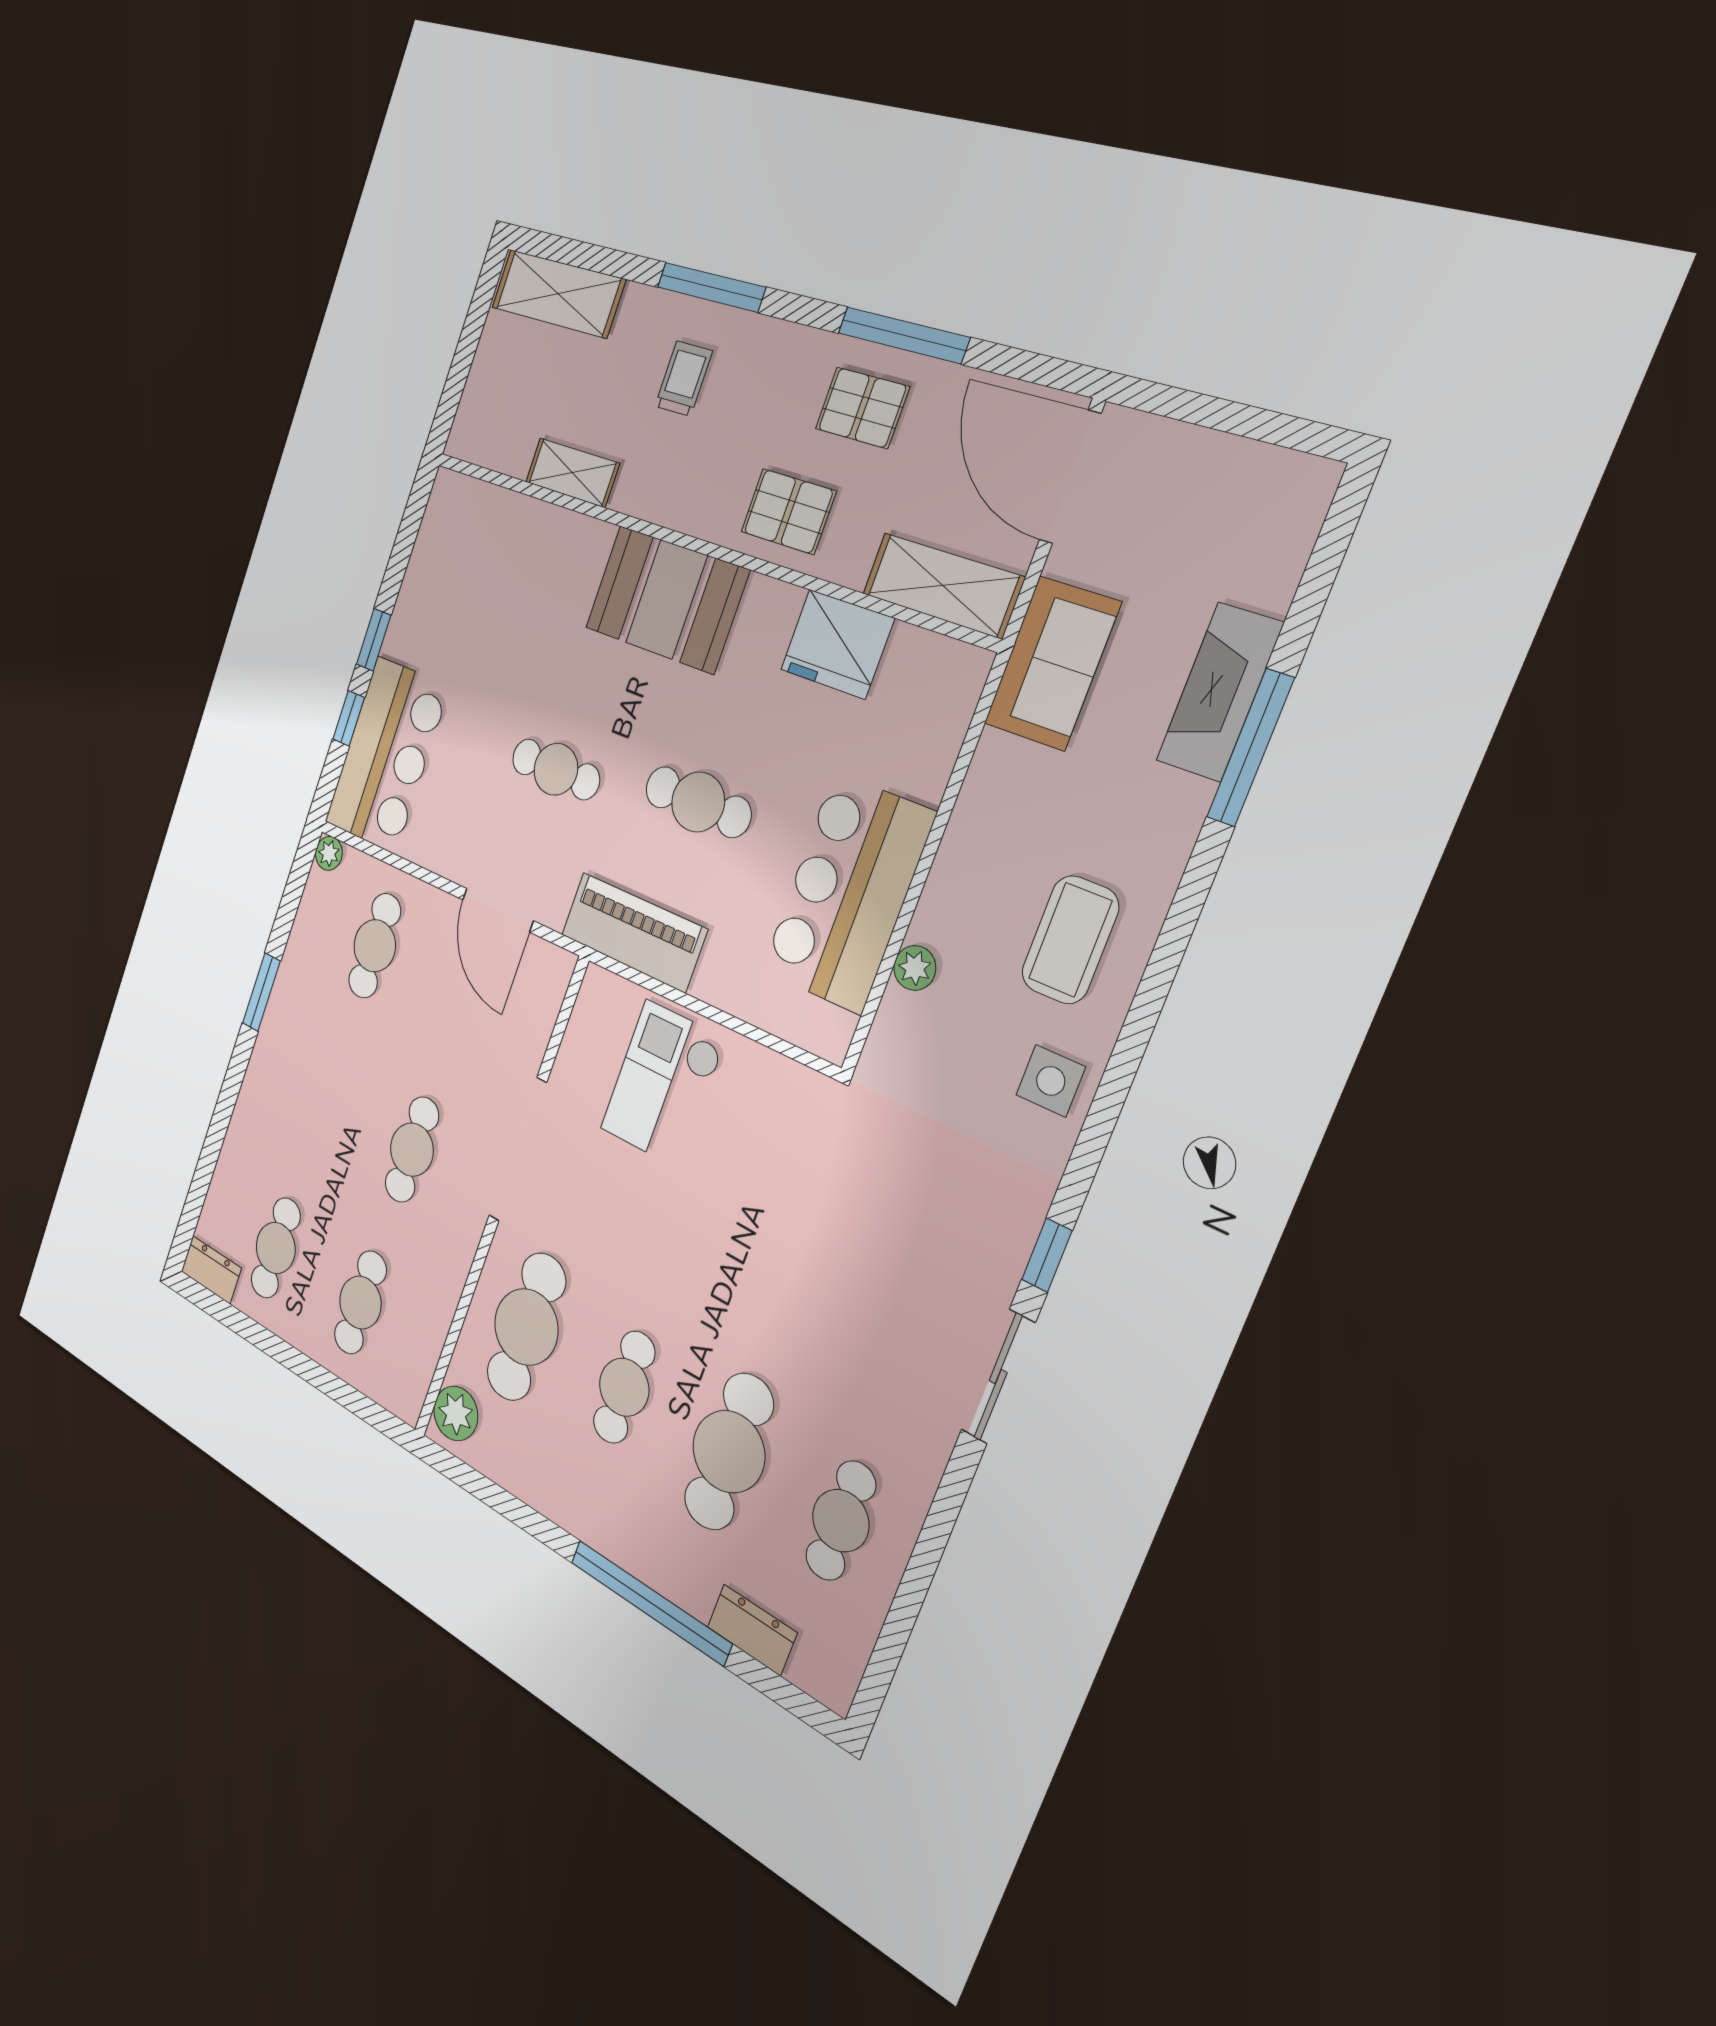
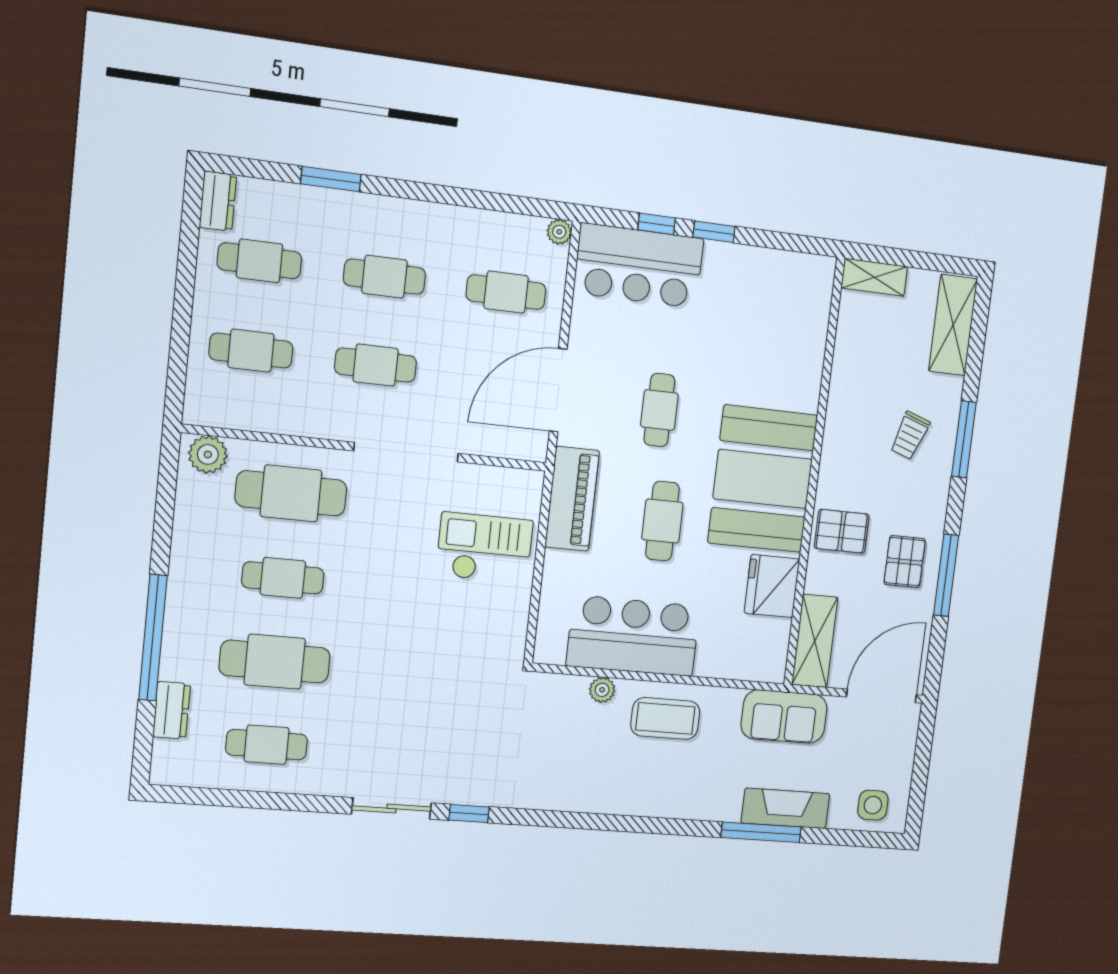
trolley: (684, 379) -> (910, 436), turned 109
shelving: (572, 473) -> (874, 277), moved, turned 90
pallet: (788, 511) -> (842, 531), turned 90
booth: (666, 599) -> (763, 479), width x1.36, depth x1.42
door: (498, 910) -> (558, 390), width x1.36
coffee table: (1070, 940) -> (665, 718), moved
window: (261, 992) -> (331, 179), moved
side table: (1051, 1081) -> (873, 805), moved
cafe table: (324, 1099) -> (384, 277), added

